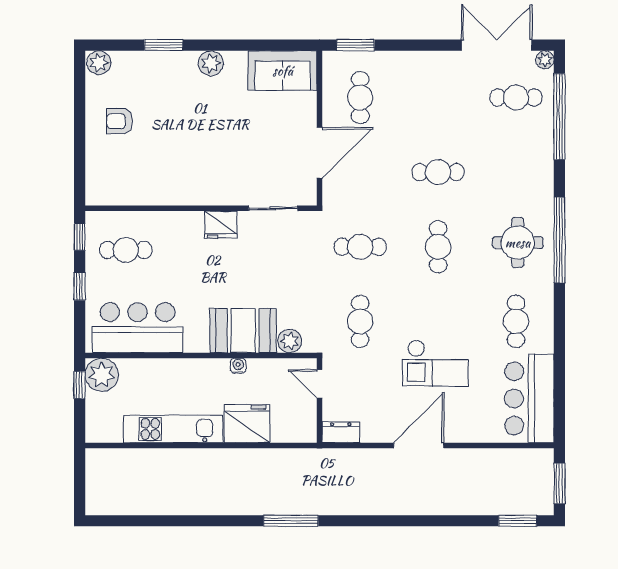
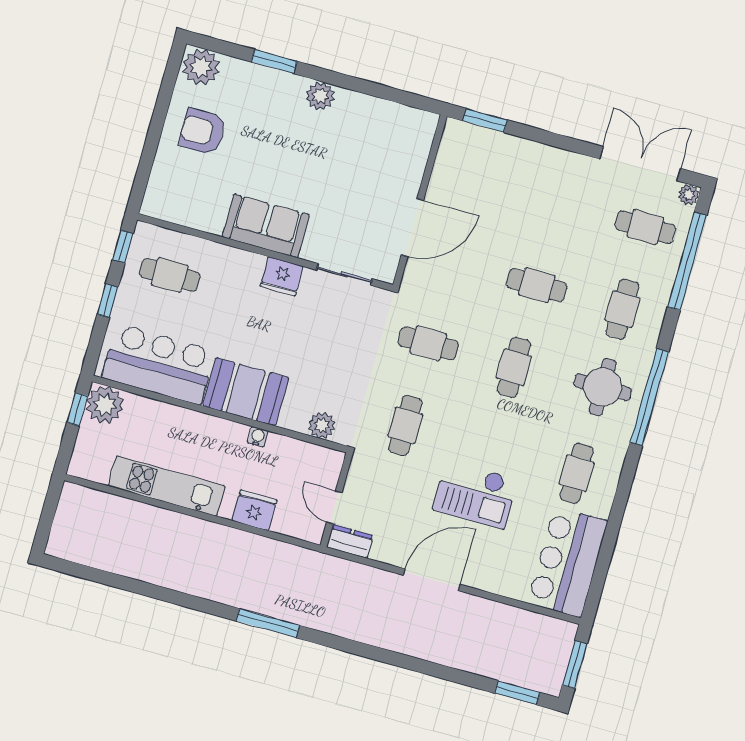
plant: (99, 63) -> (201, 67), width x1.36, depth x1.36
sofa: (283, 71) -> (266, 226), moved, turned 180
cafe table: (360, 97) -> (622, 309), moved
armchair: (120, 121) -> (202, 131), width x1.38, depth x1.38
booth: (243, 331) -> (246, 392), moved
door: (320, 384) -> (334, 507), moved
fridge: (247, 424) -> (255, 510), width x0.73, depth x0.75

